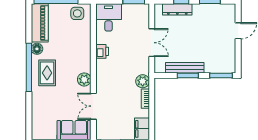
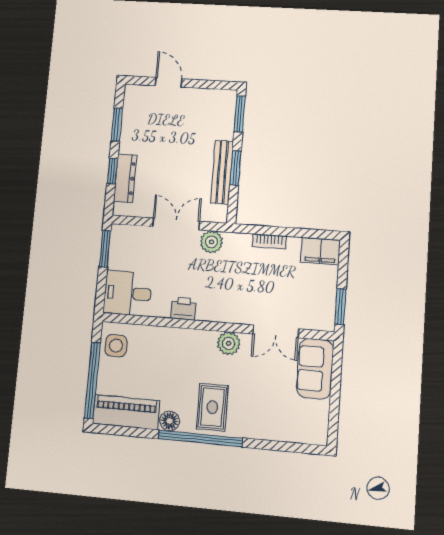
rug: (47, 73) -> (212, 407), turned 90
plant: (143, 81) -> (212, 242), moved

